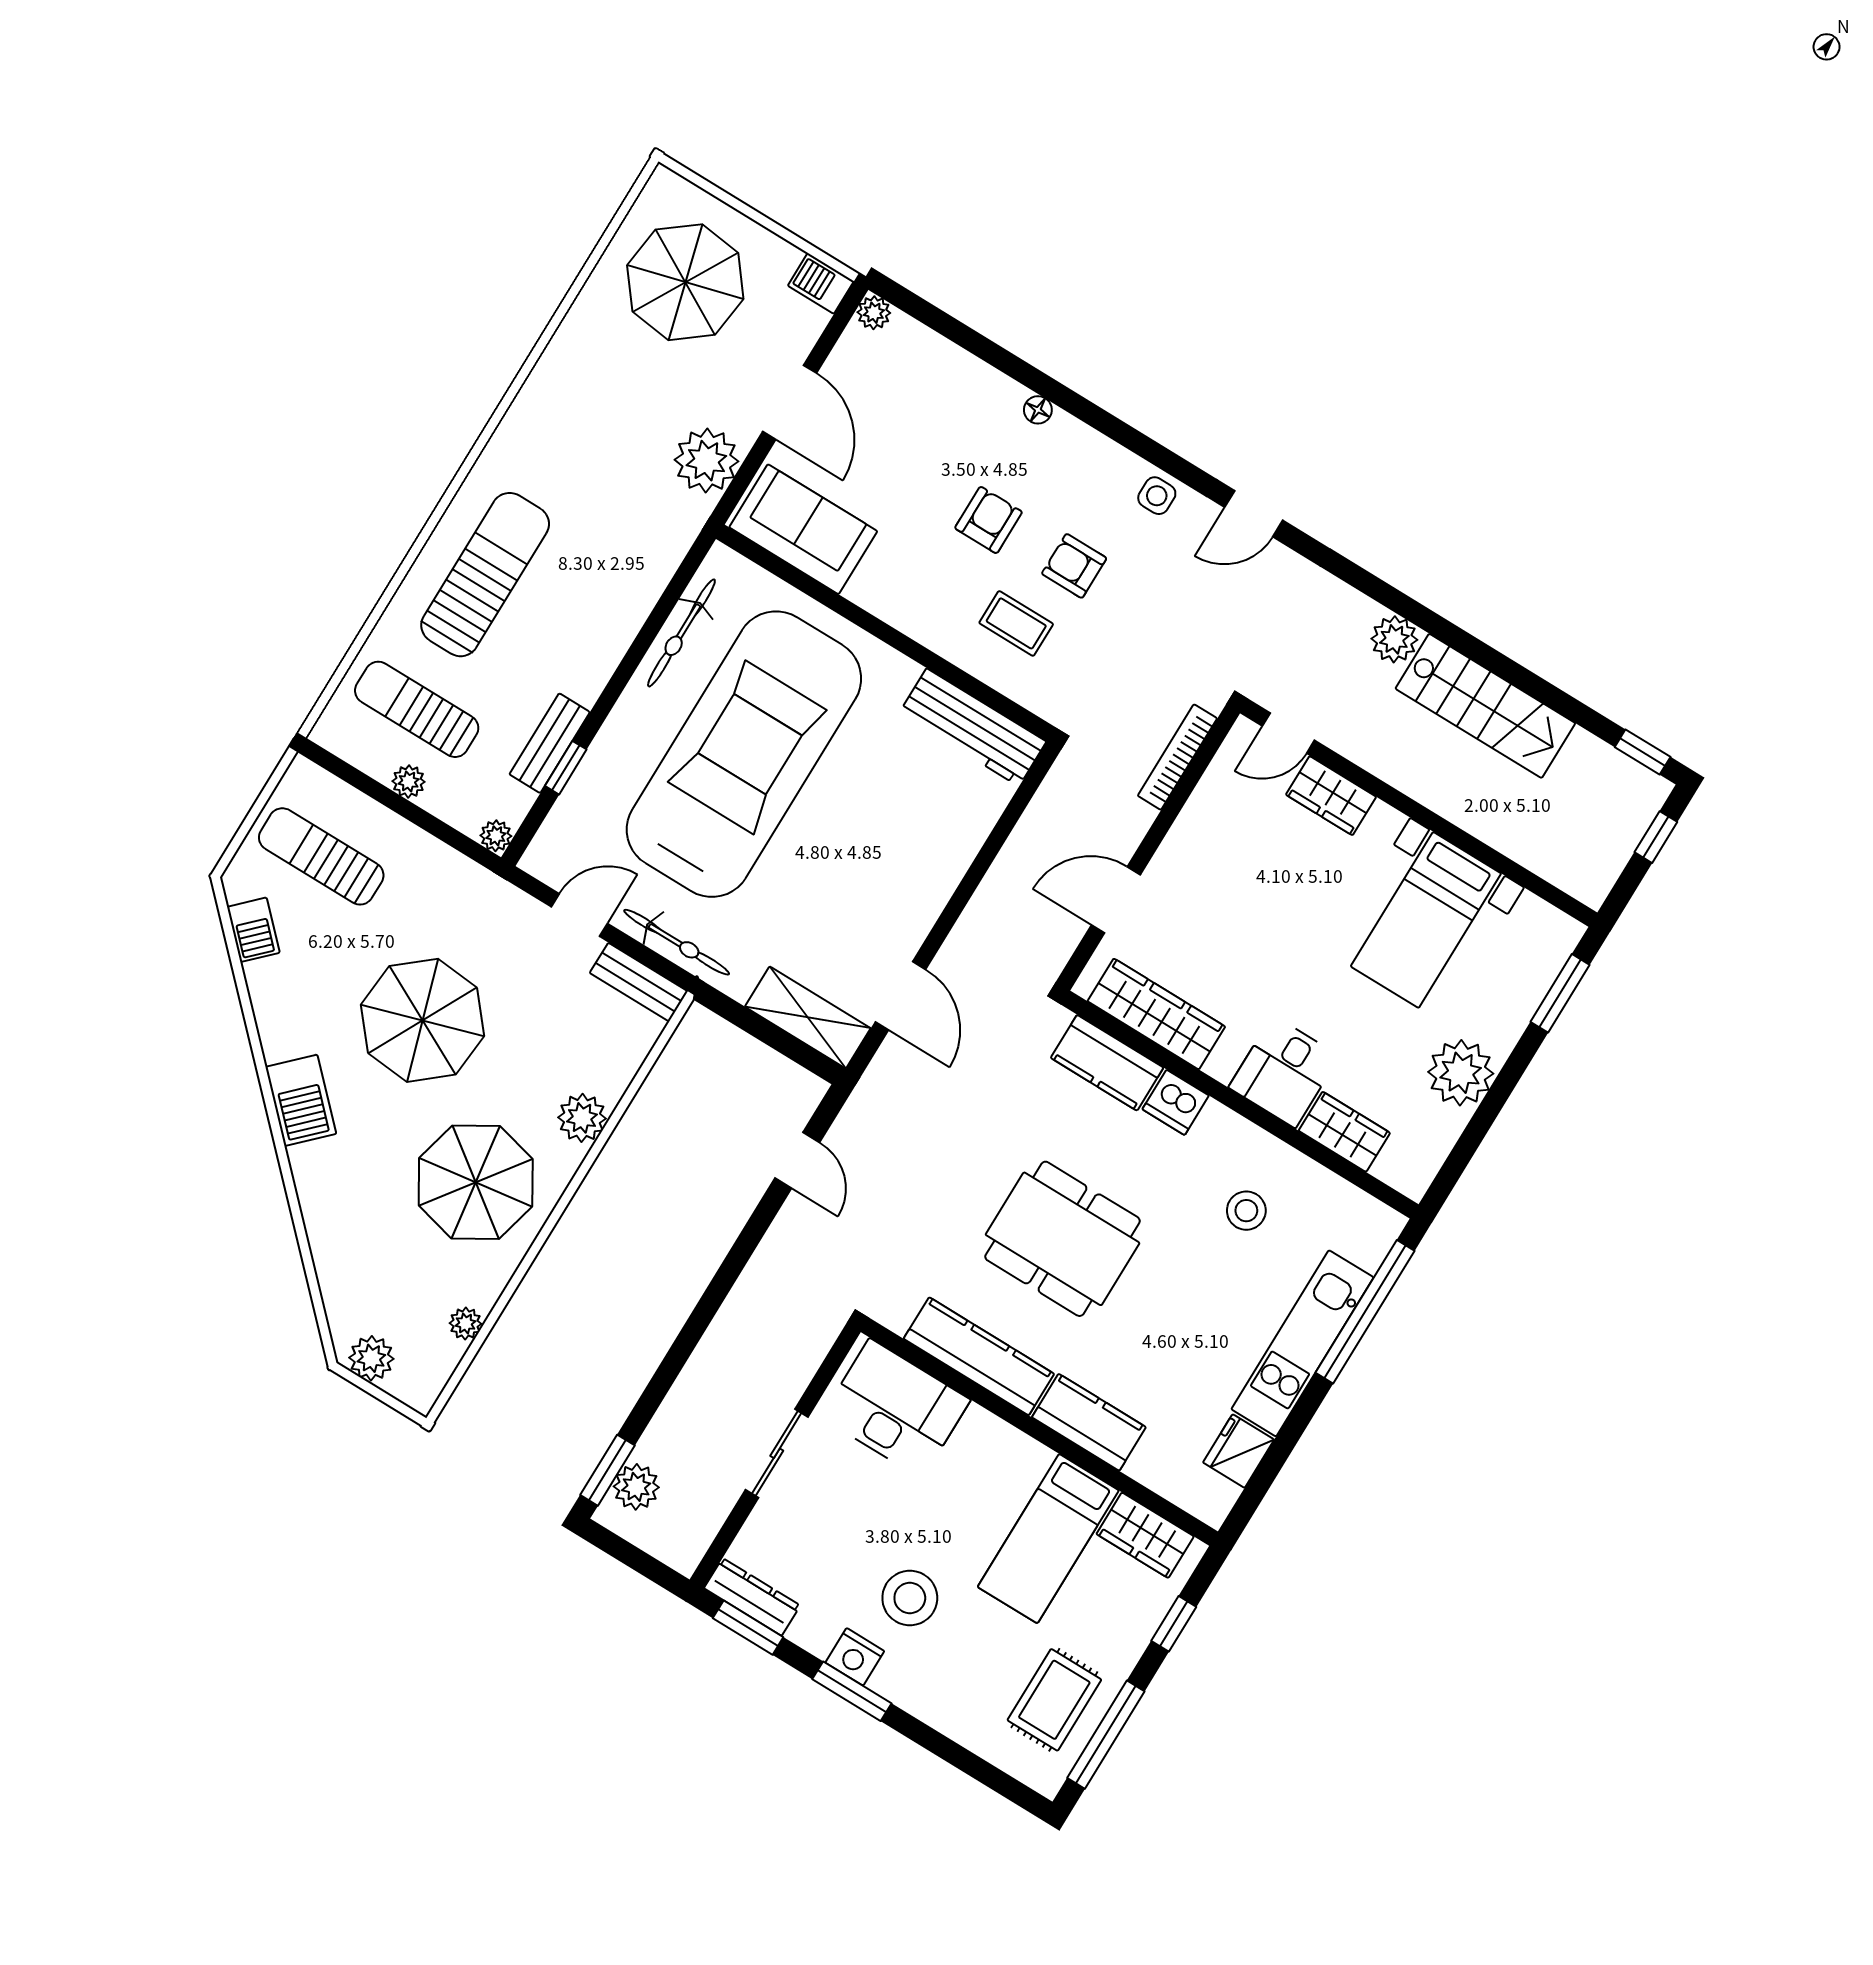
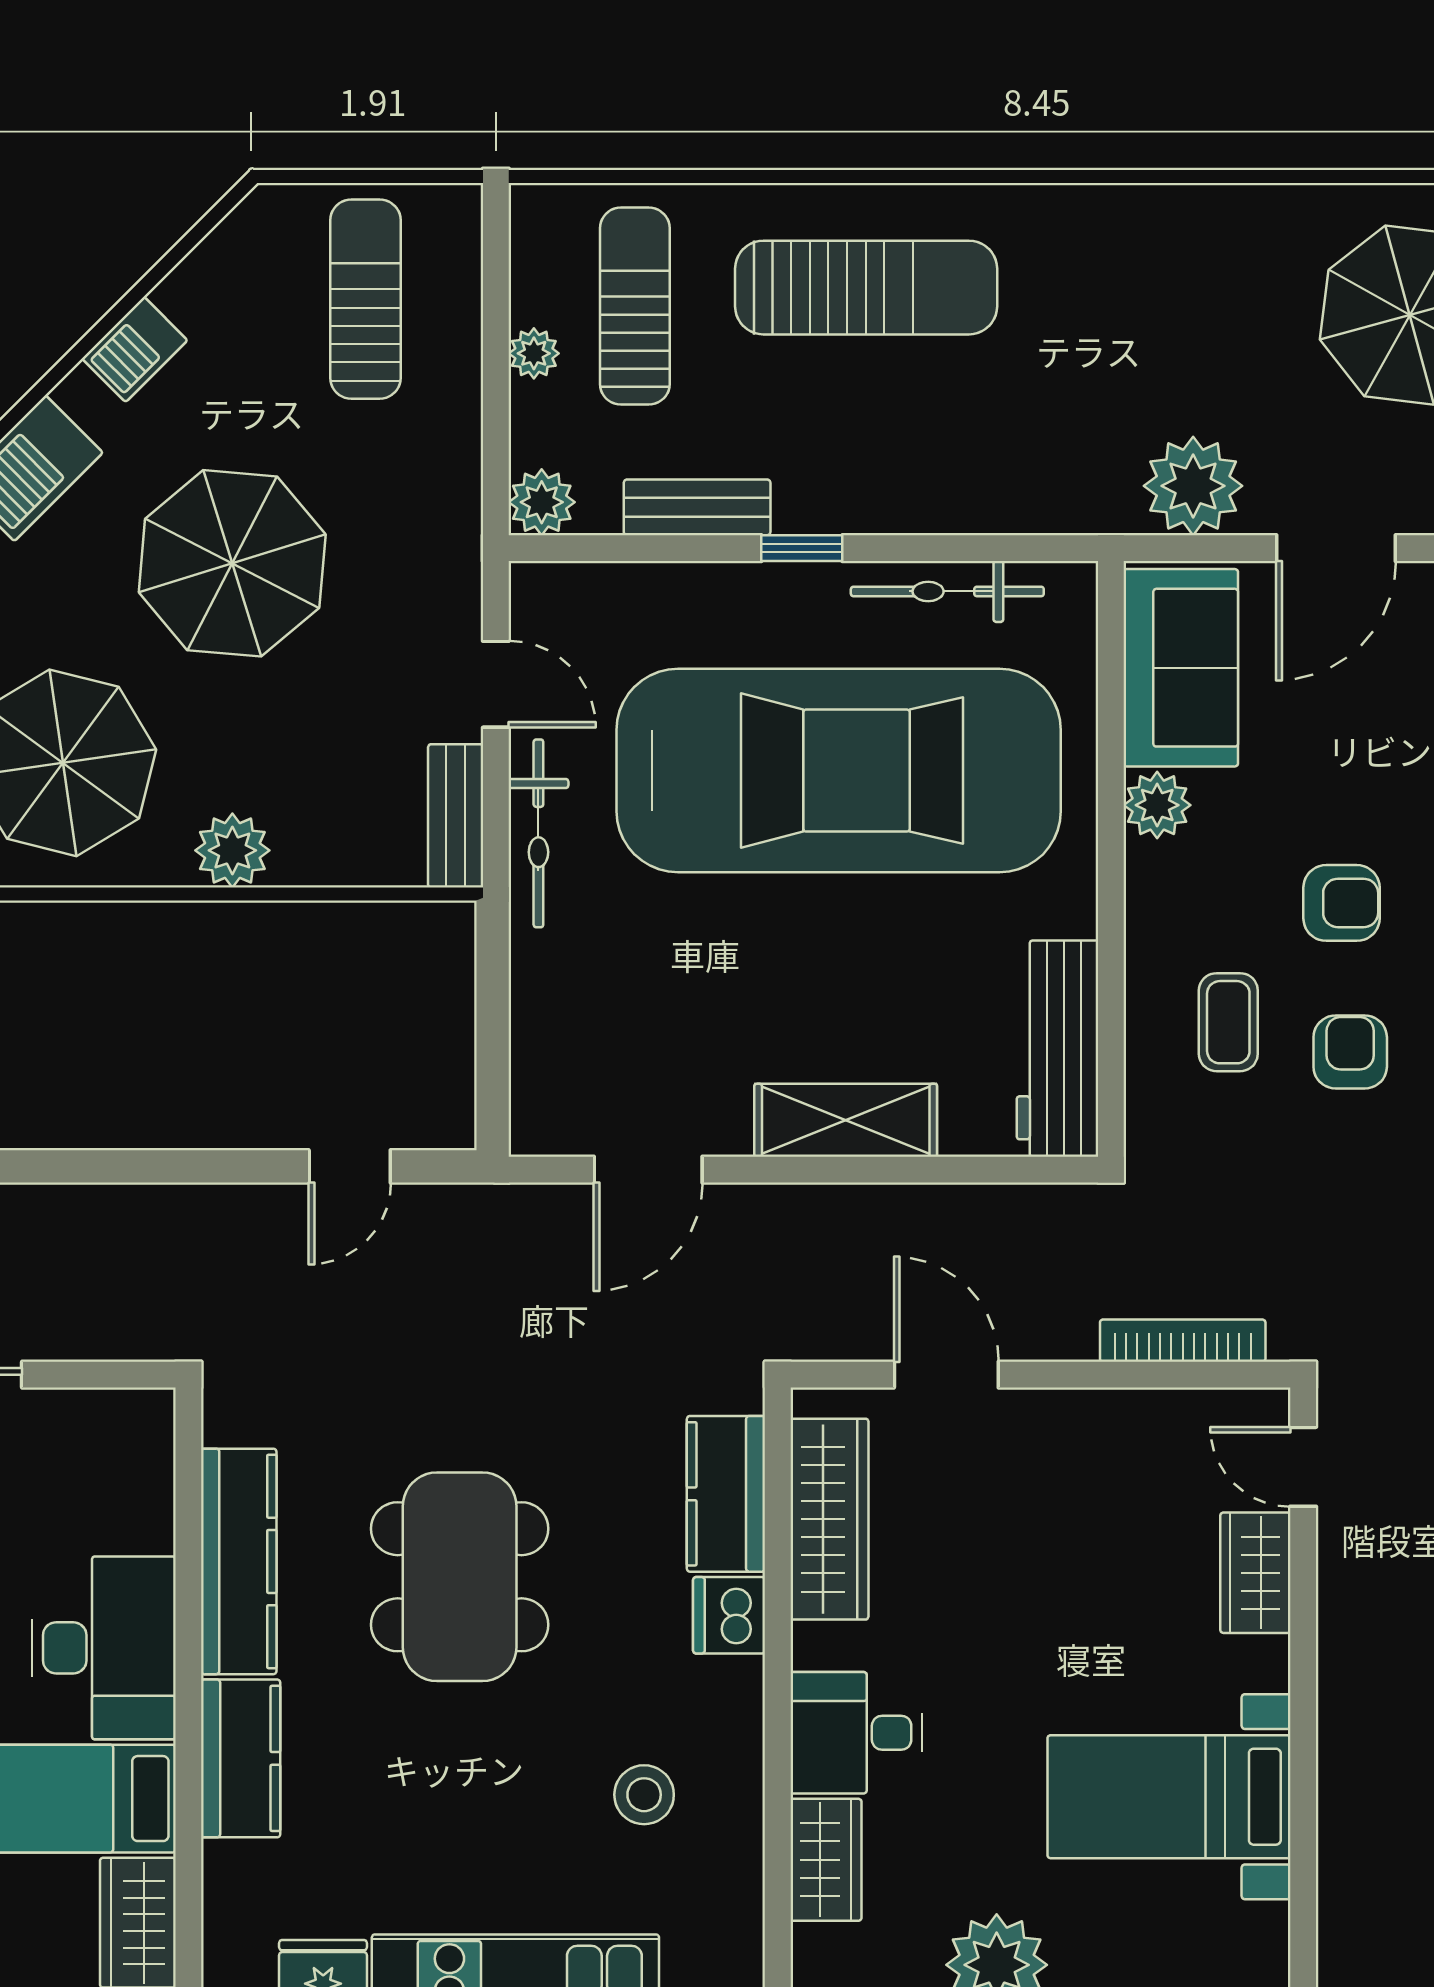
plant: (871, 589) -> (1157, 805), added
window: (566, 768) -> (802, 548), moved
plant: (496, 836) -> (542, 502), width x1.38, depth x1.38
barbecue: (253, 930) -> (135, 349), moved
shelving: (808, 1017) -> (846, 1120), moved, turned 90
desk: (896, 1409) -> (104, 1648), moved

